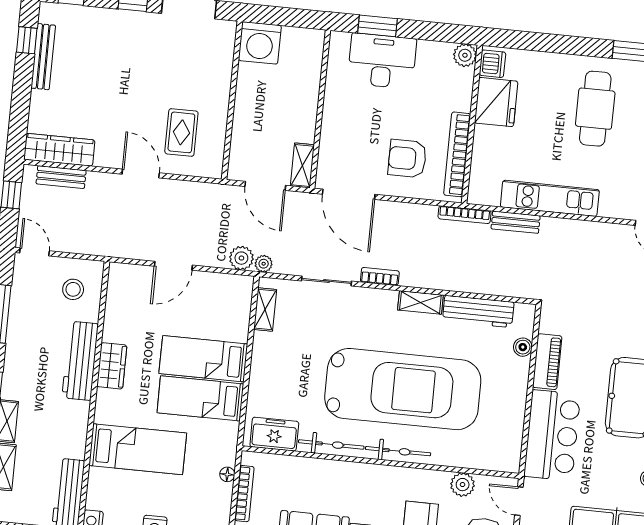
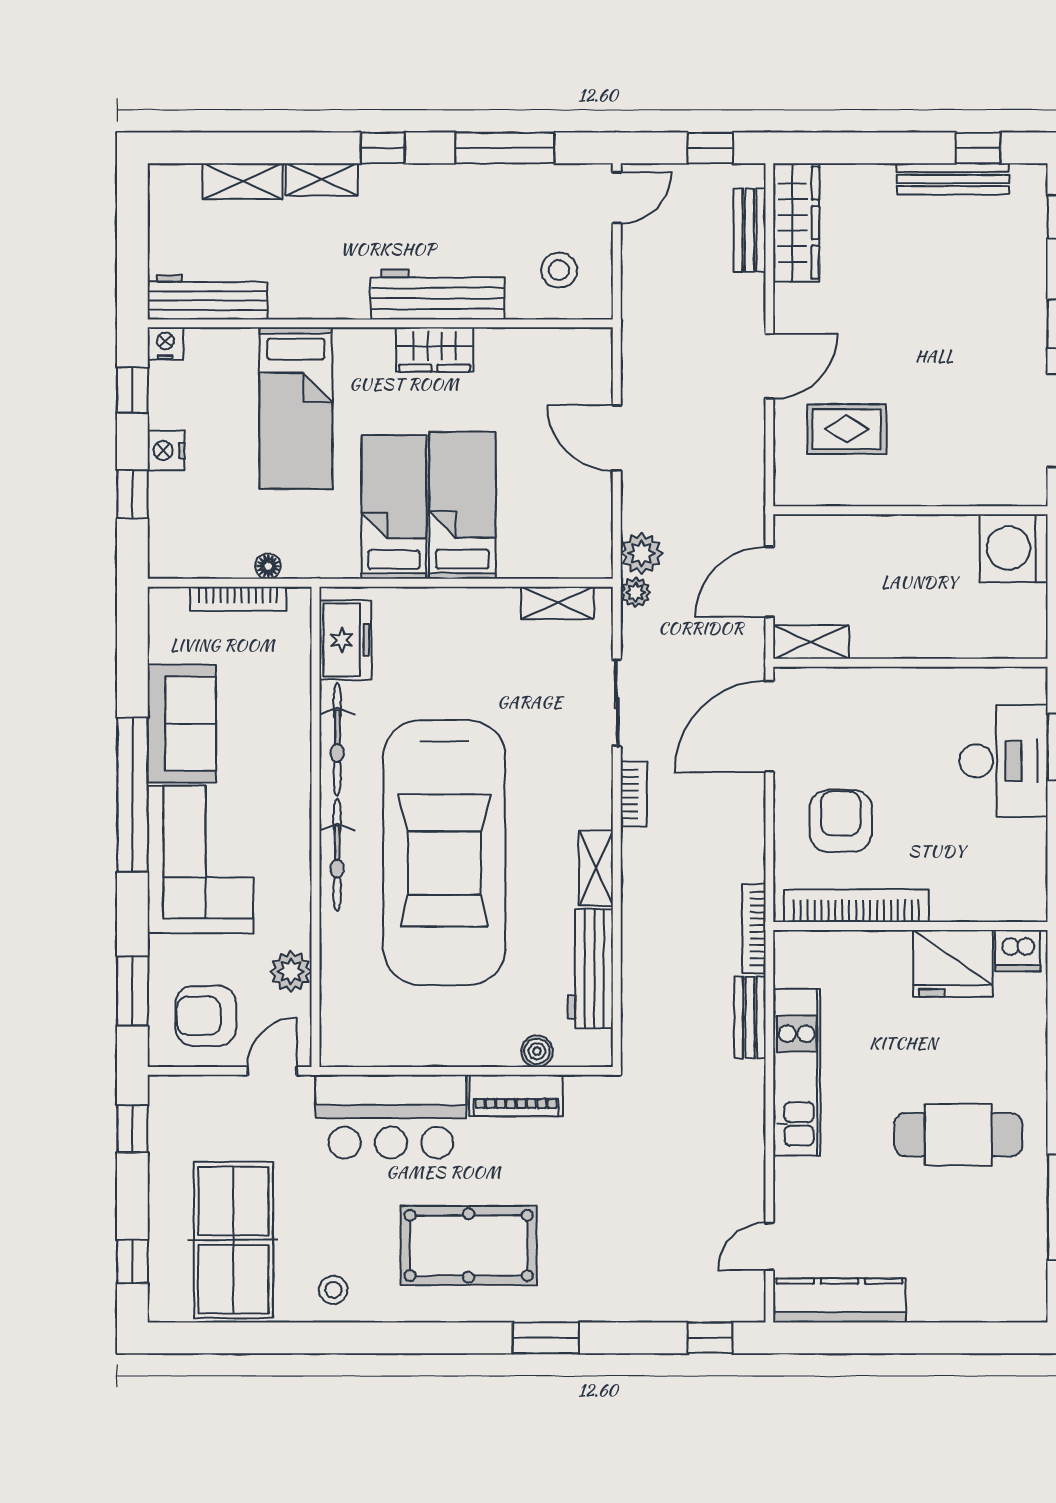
plant: (465, 55) -> (1028, 902), removed

